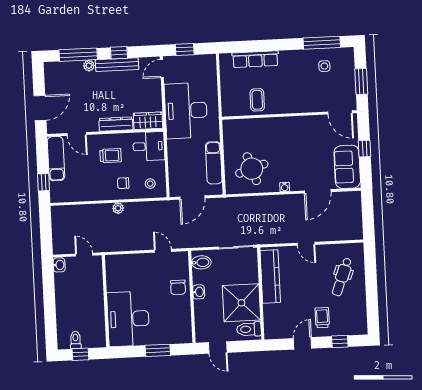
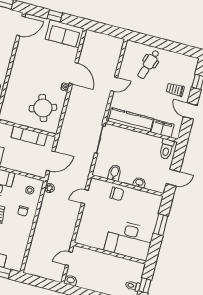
door: (318, 191) -> (74, 73), moved
door: (192, 197) -> (51, 161), hinge flipped
plant: (118, 208) -> (50, 188), moved
bidet: (201, 262) -> (114, 173), moved
dental chair: (342, 277) -> (149, 64), turned 87
washbasin: (199, 292) -> (139, 183), moved
shower: (241, 303) -> (144, 148), removed
filing cabinet: (272, 317) -> (162, 128), added

